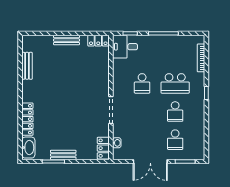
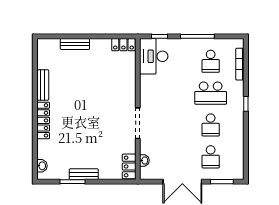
bench: (67, 40) -> (75, 44), moved
desk: (125, 47) -> (154, 56), width x1.37
bench: (27, 66) -> (43, 85), moved
school desk: (142, 83) -> (211, 61), moved
locker: (27, 119) -> (43, 120), moved
washbasin: (28, 148) -> (42, 166), width x0.52, depth x0.69

